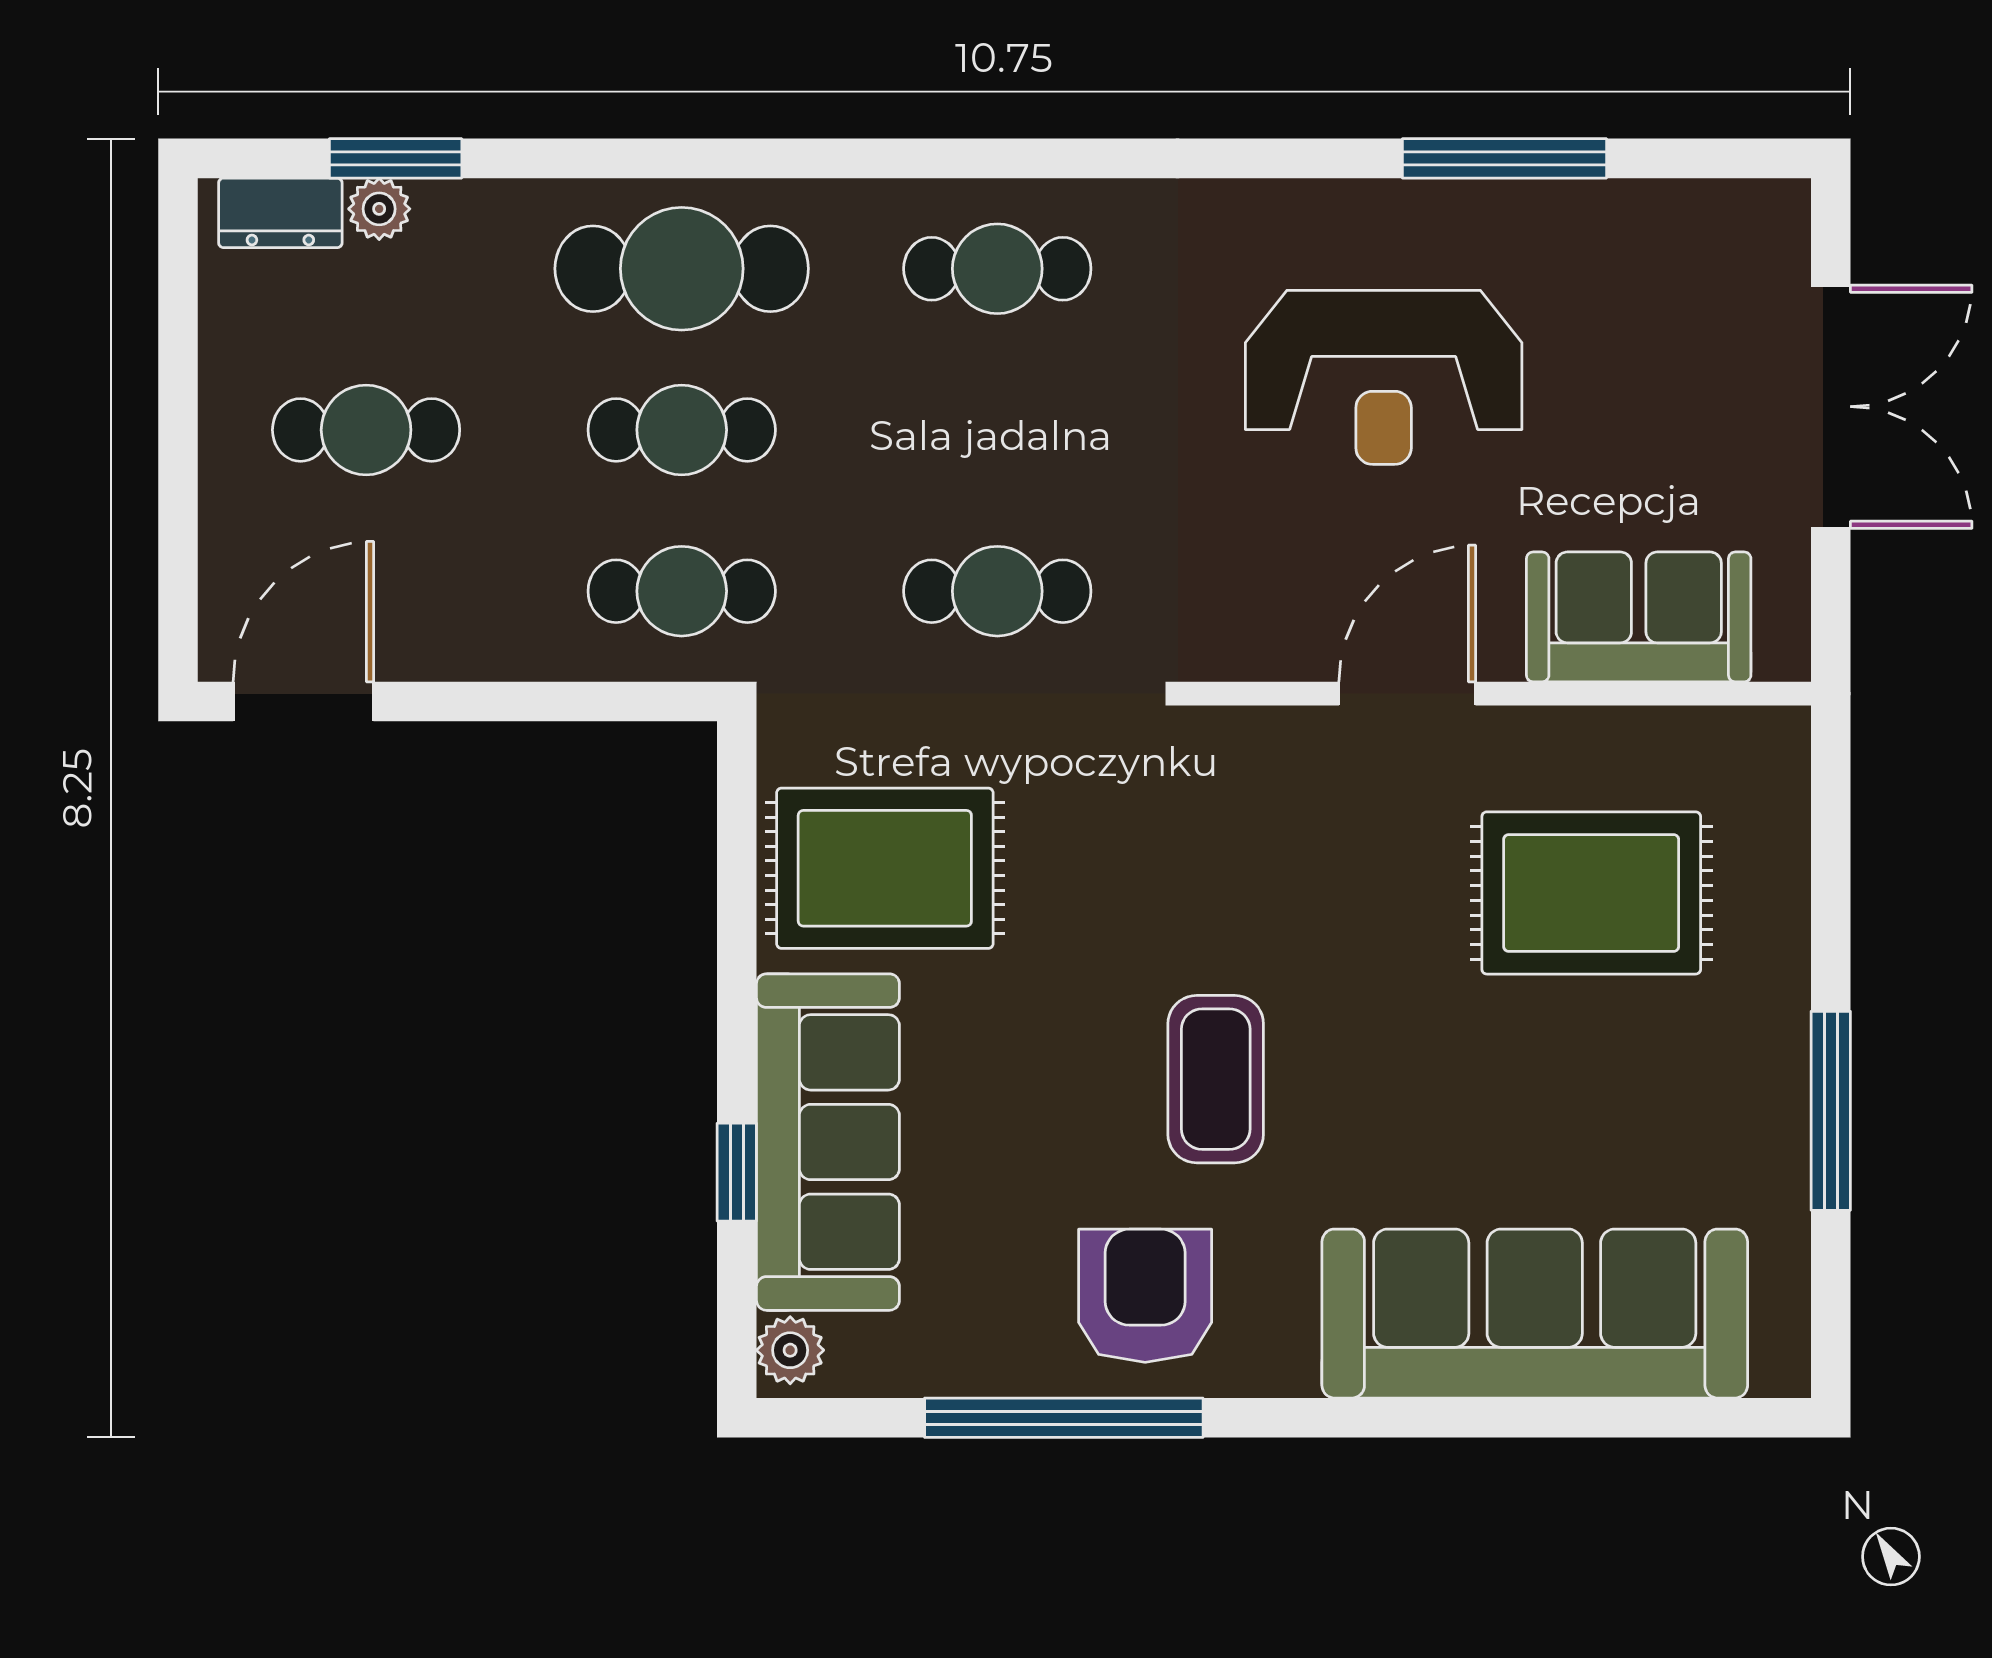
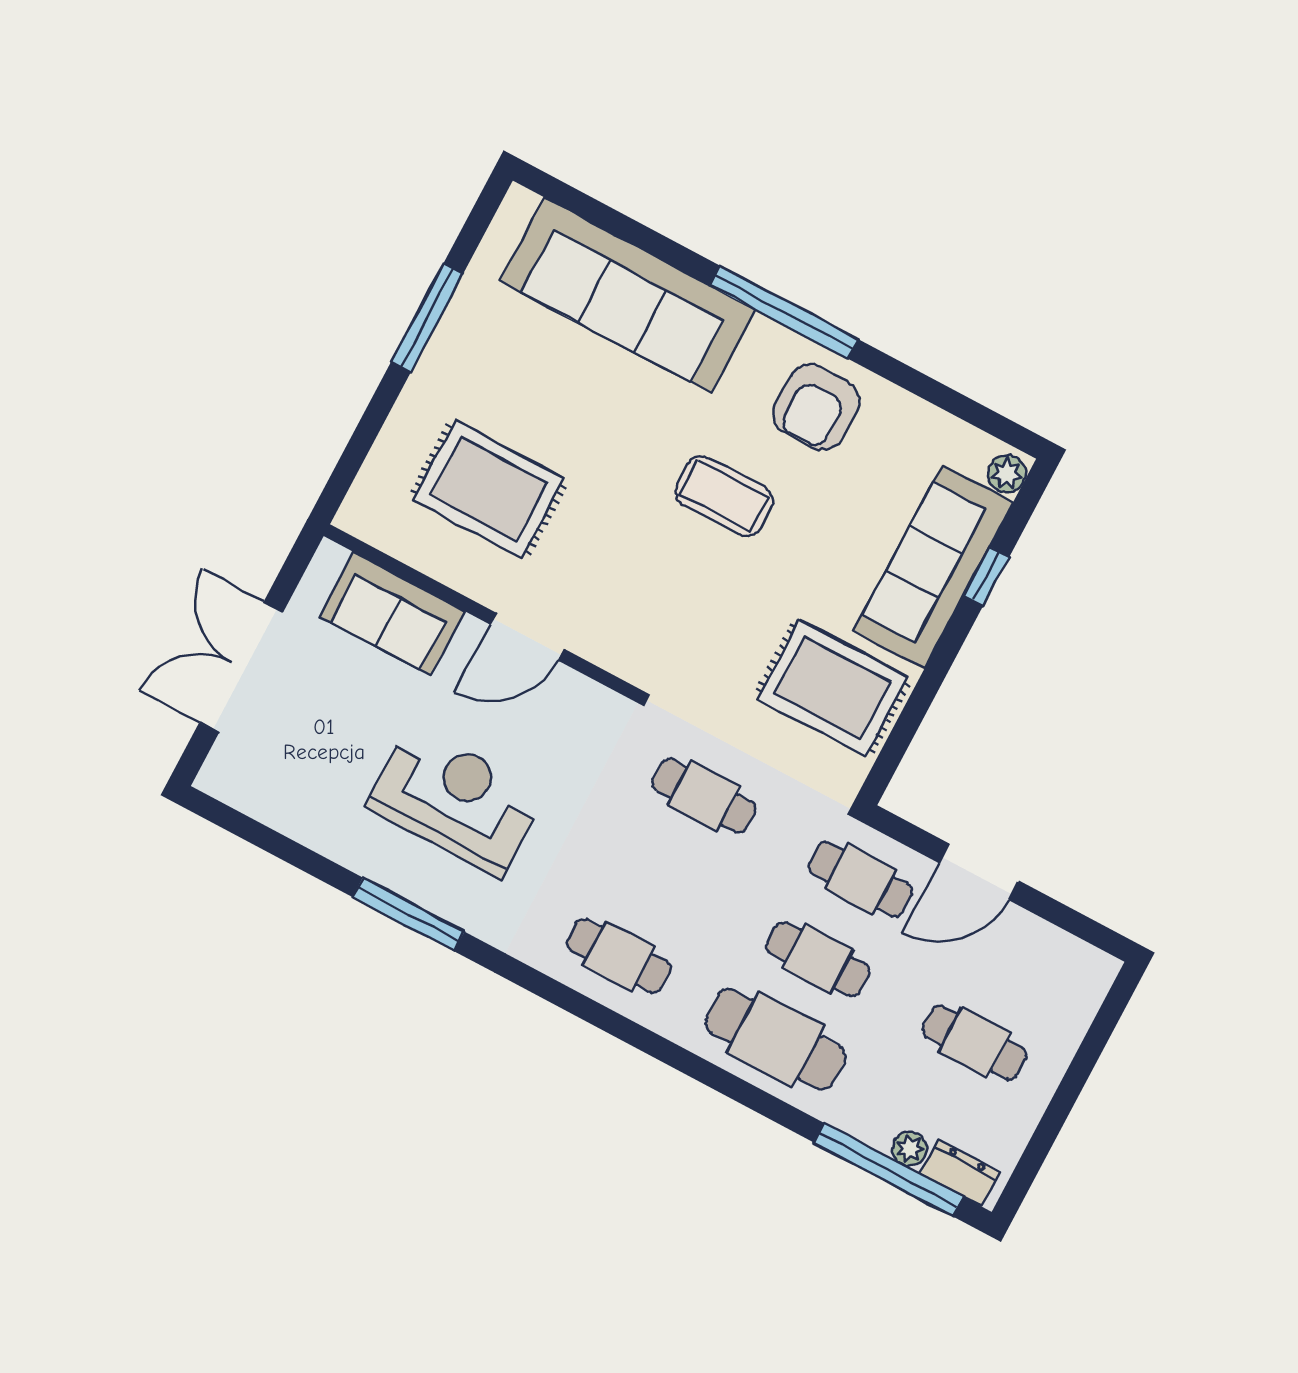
window: (396, 158) -> (888, 1169), width x2.11
window: (1504, 158) -> (408, 914), moved
door: (303, 701) -> (979, 872), moved
coffee table: (1216, 1079) -> (724, 496), turned 90
window: (1064, 1418) -> (784, 312), moved

